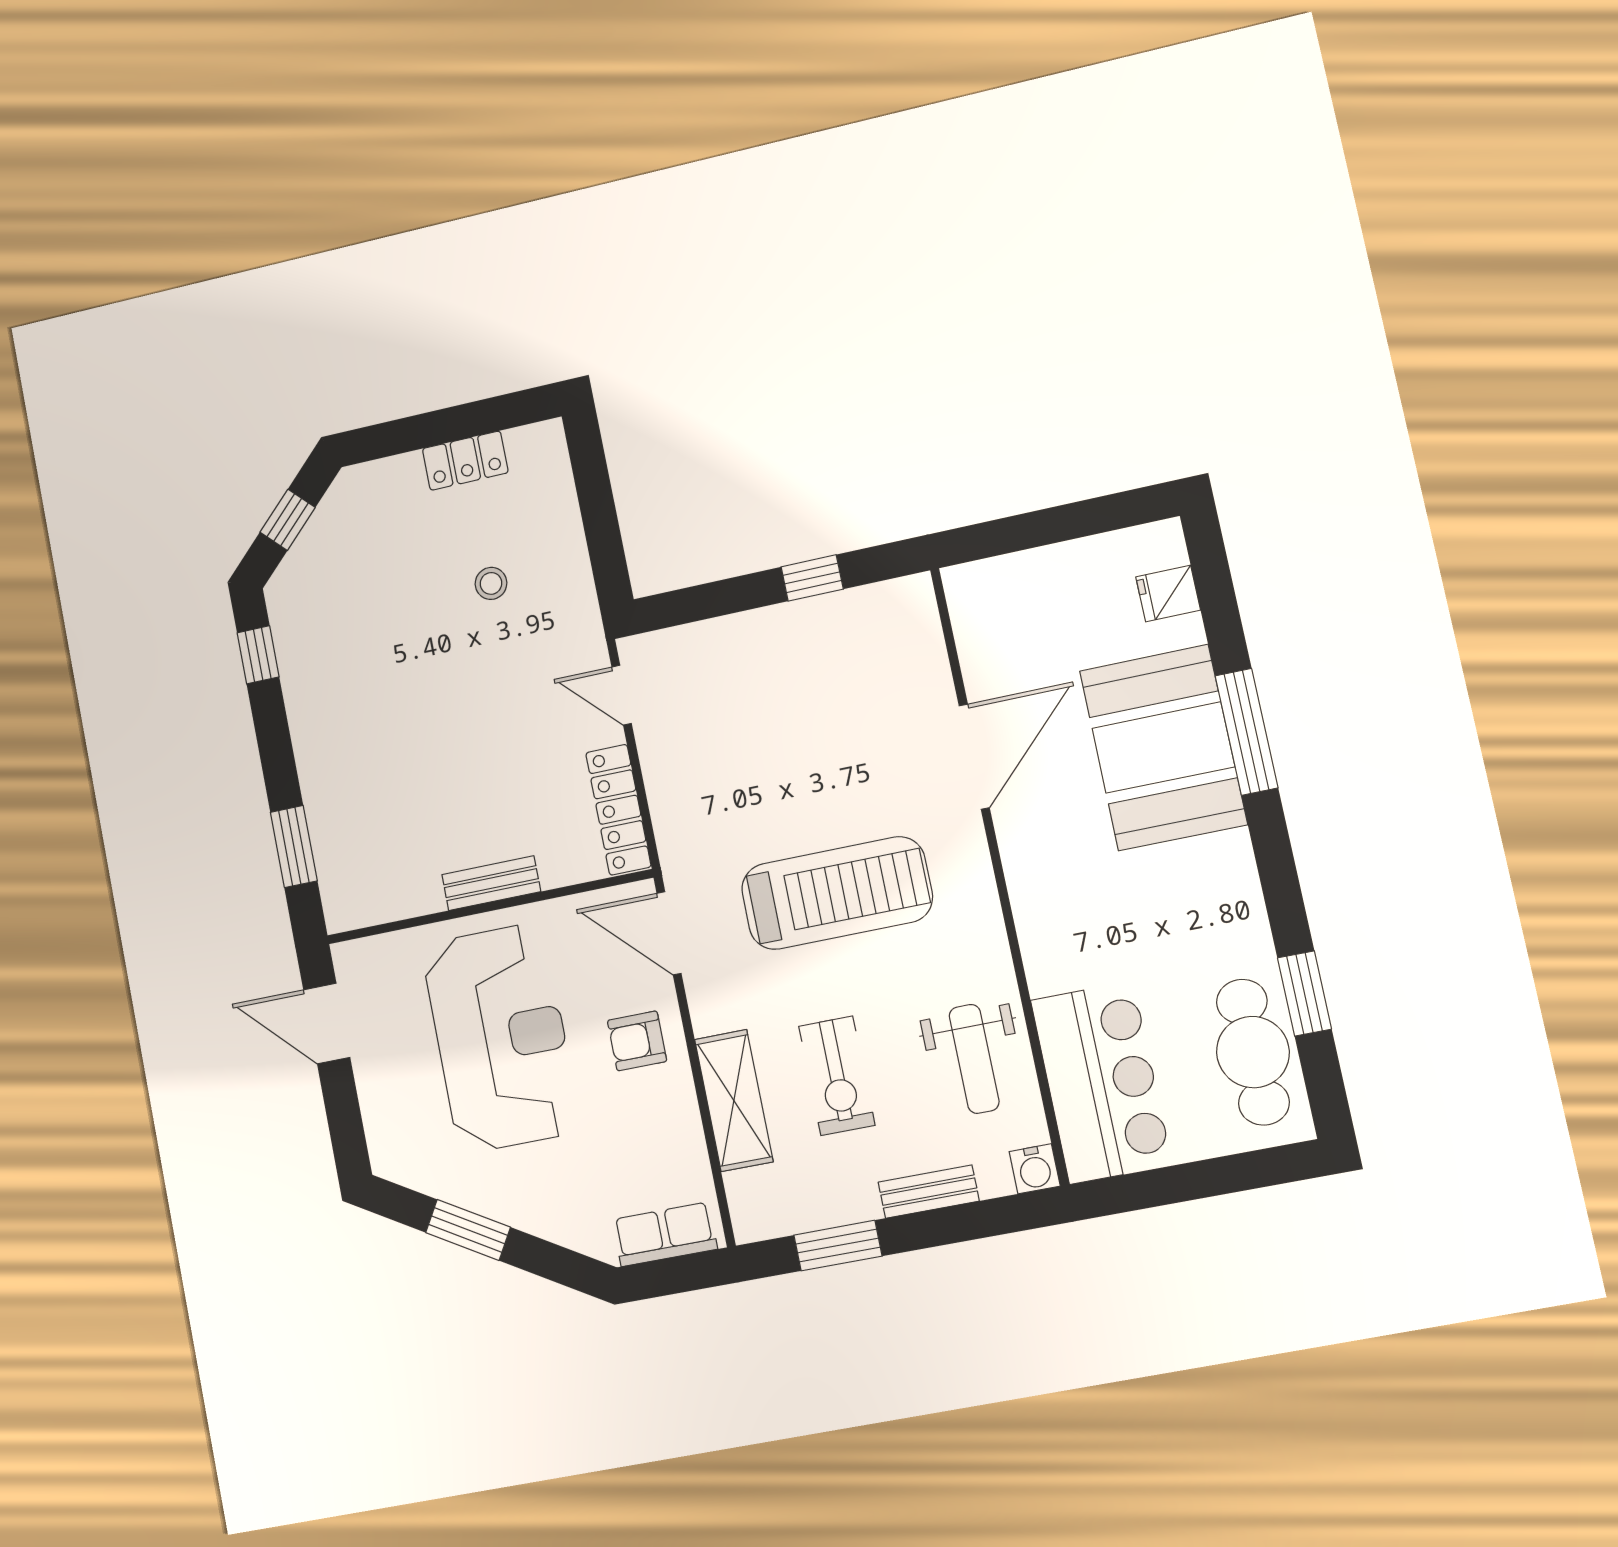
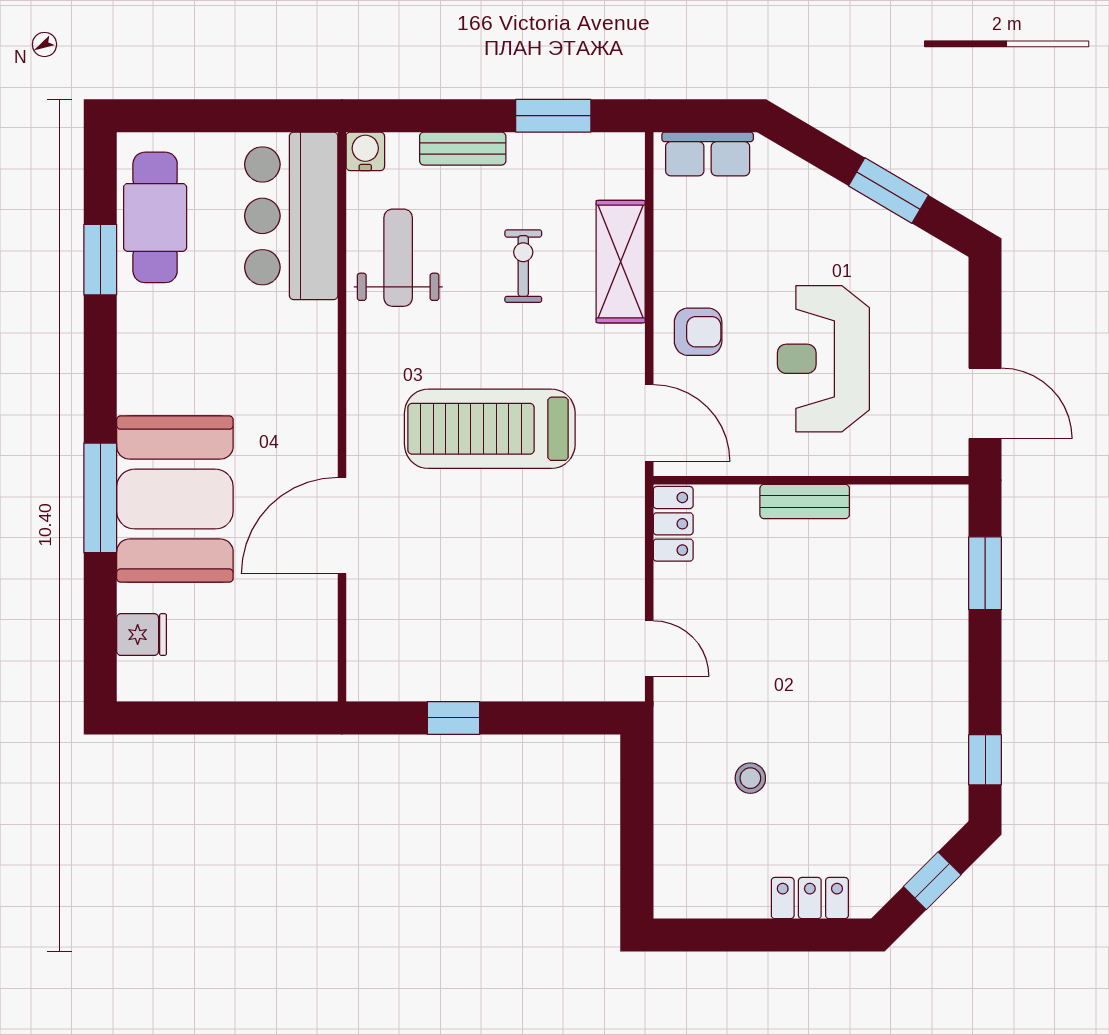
locker: (465, 461) -> (810, 898), moved
locker: (618, 810) -> (673, 524), width x0.66
reception desk: (501, 1038) -> (823, 359), width x0.74, depth x0.77
exercise bike: (837, 1076) -> (523, 266), width x0.73, depth x0.72

